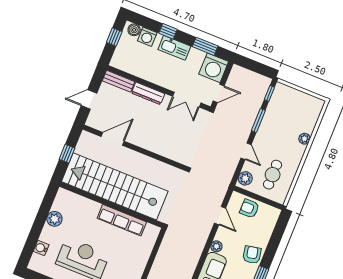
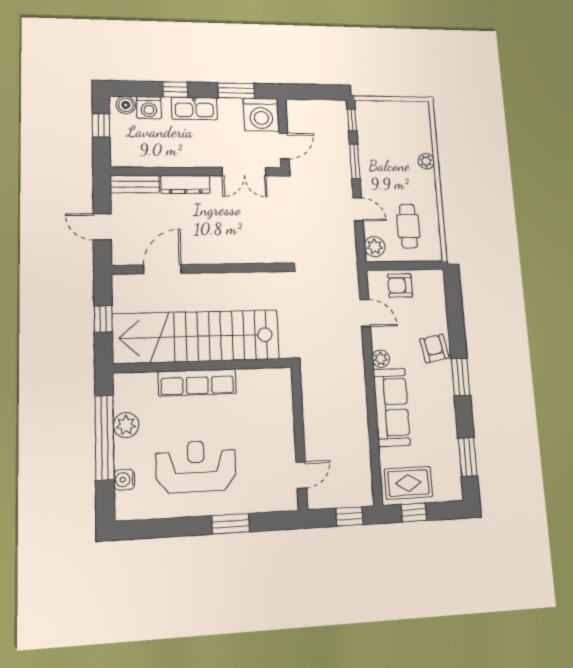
door: (89, 99) -> (102, 227), hinge flipped
window: (40, 220) -> (104, 437), added
row of seats: (122, 220) -> (197, 382), moved

